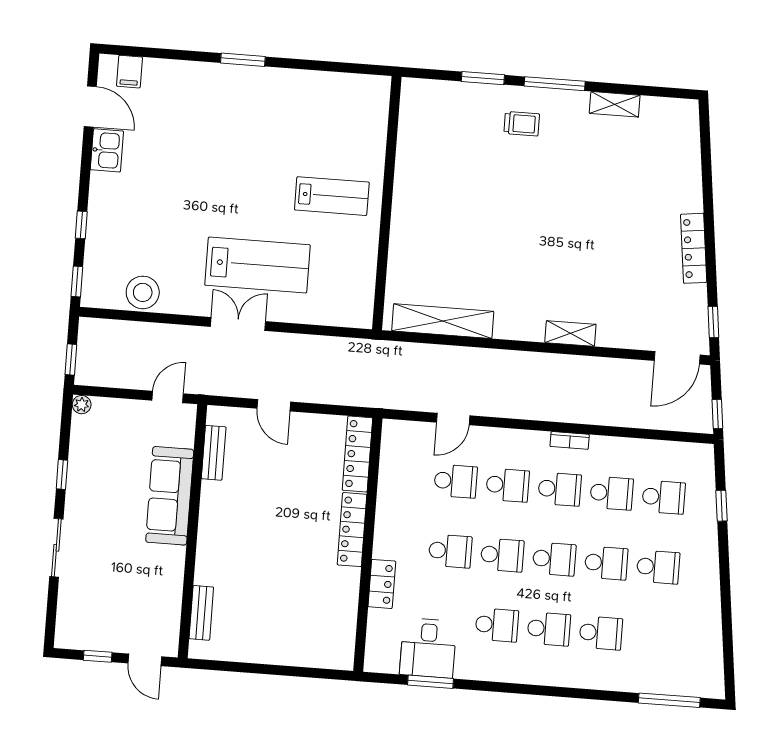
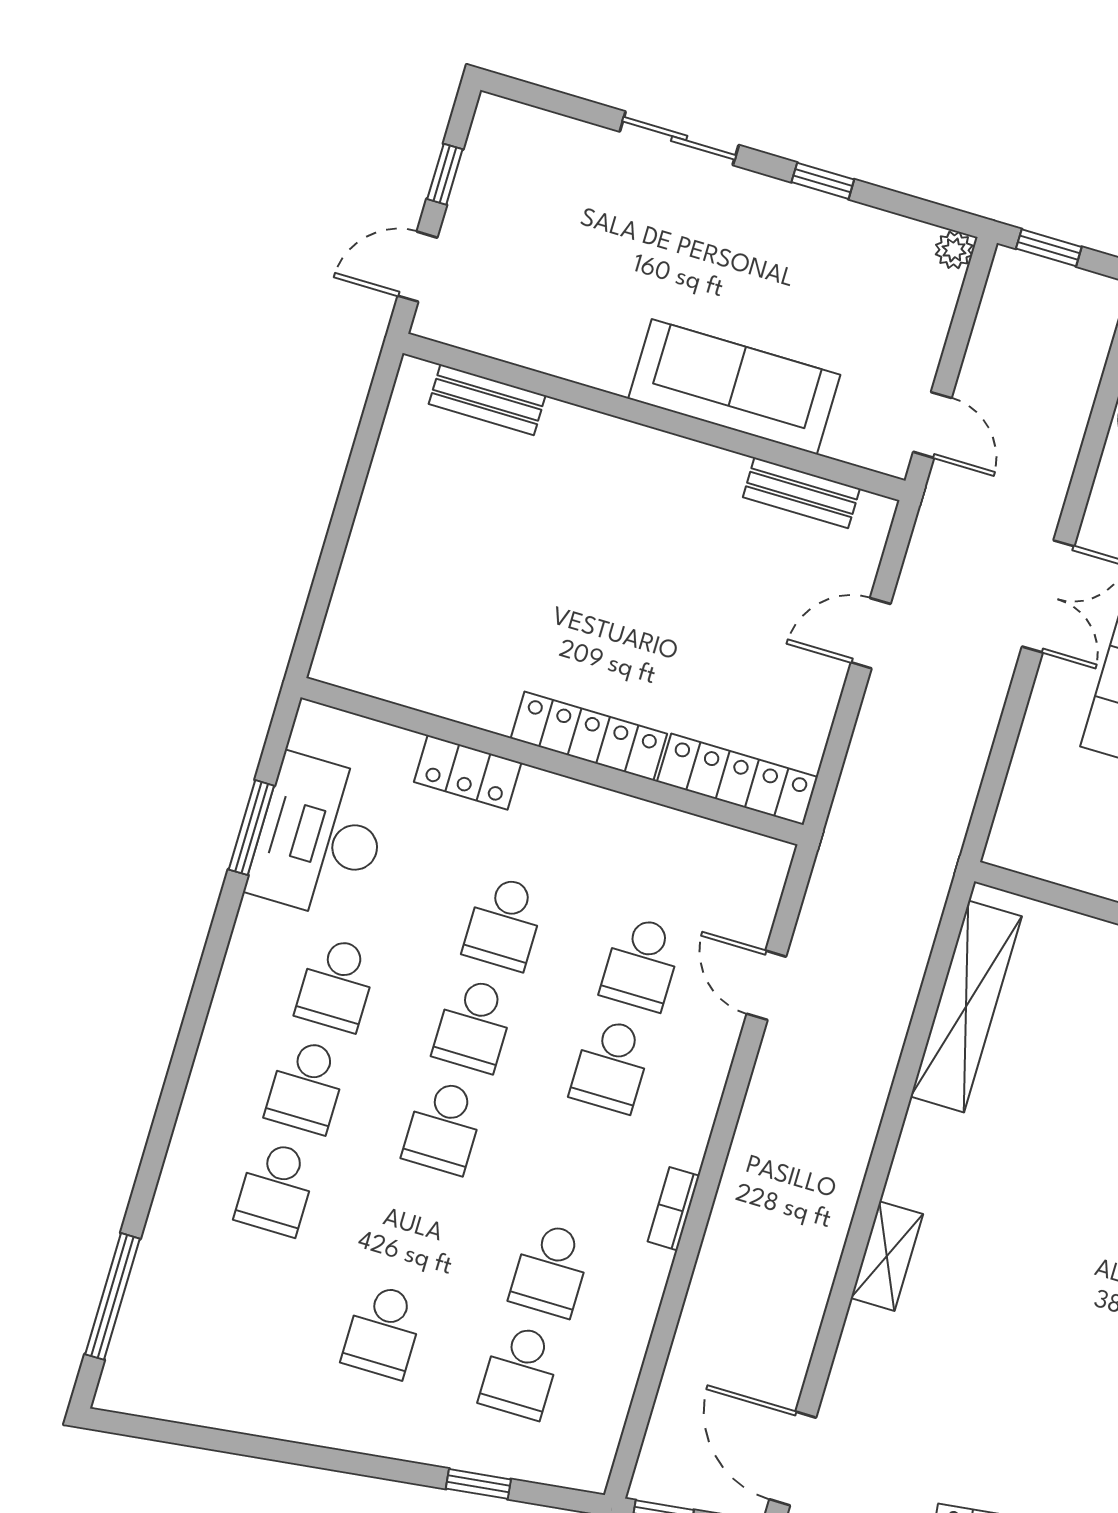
school desk: (560, 489) -> (581, 1168), removed
school desk: (606, 563) -> (413, 1229), removed
desk: (428, 648) -> (320, 837), width x1.37

